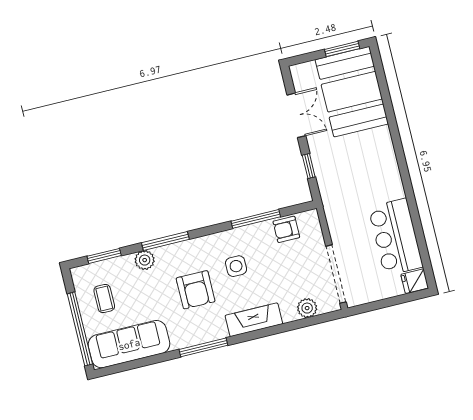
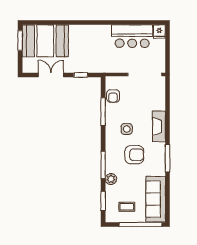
plant: (307, 308) -> (160, 95), removed

